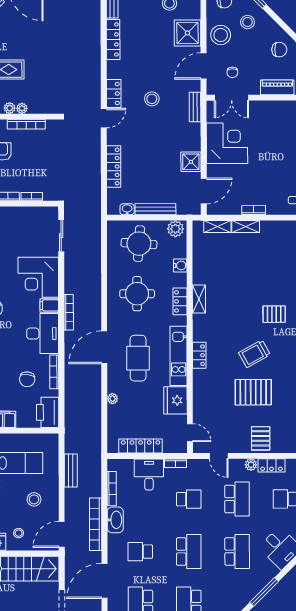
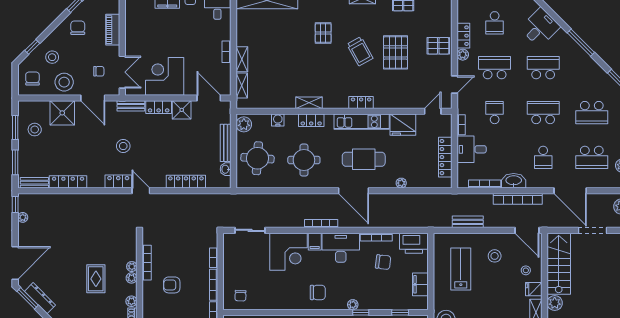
locker: (194, 137) -> (159, 107), added

